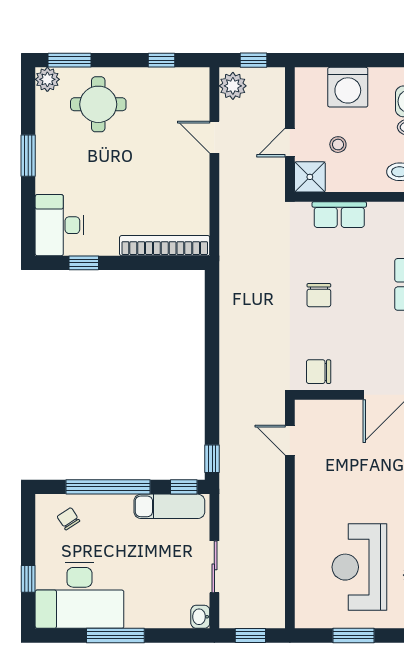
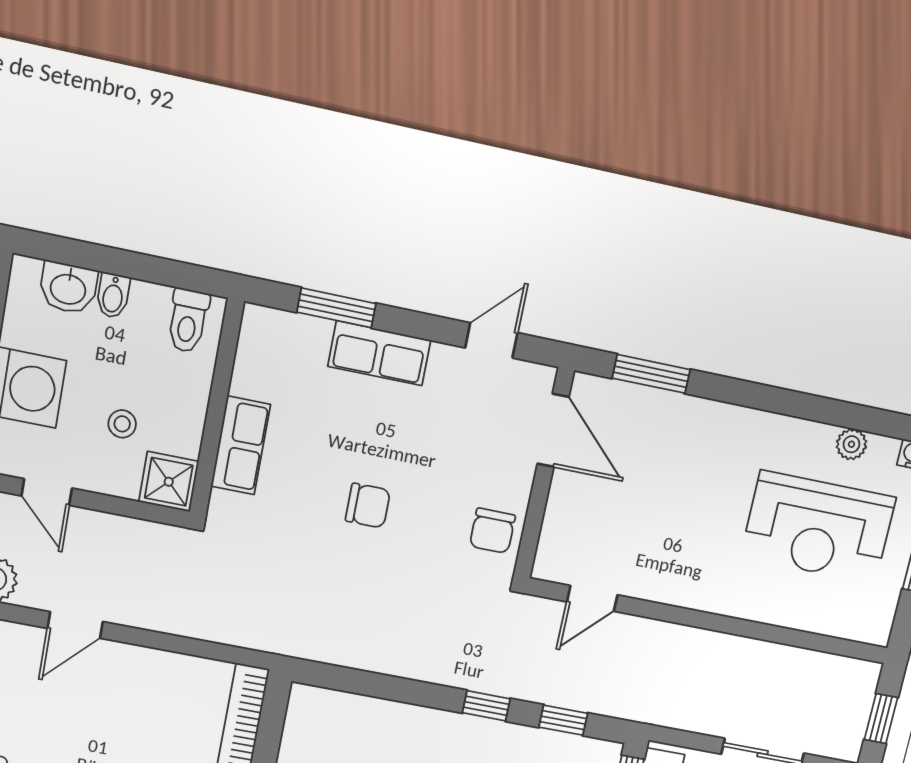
door: (290, 142) -> (47, 492), moved
window: (212, 390) -> (486, 706), added
window: (212, 459) -> (563, 720), moved

